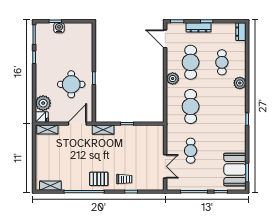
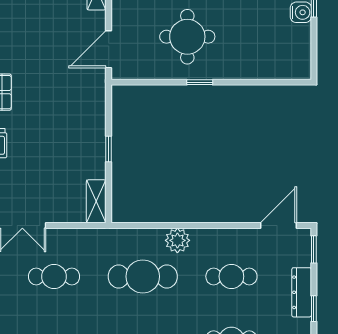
cafe table: (191, 62) -> (231, 276), width x0.73, depth x0.74
plant: (173, 79) -> (177, 240), moved
door: (77, 124) -> (109, 49), swing flipped
shelving: (103, 130) -> (96, 201), moved

